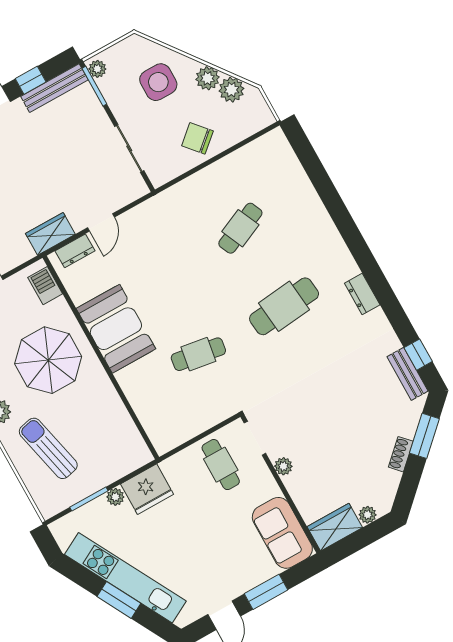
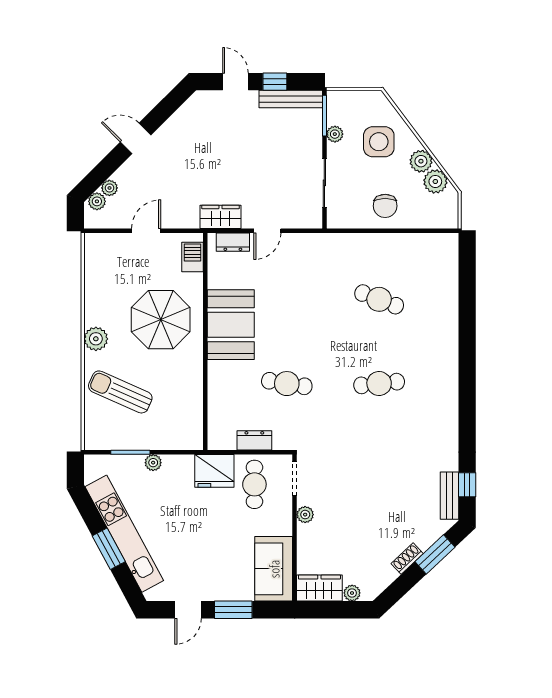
plant: (97, 69) -> (335, 134), moved
chair: (197, 138) -> (385, 206), turned -139
cafe table: (240, 228) -> (379, 299), turned 45
dresser: (362, 294) -> (254, 440), moved, turned 90
cafe table: (284, 306) -> (379, 384), width x0.73, depth x0.74
sun lounger: (48, 448) -> (120, 392), turned -53
fridge: (147, 489) -> (214, 471), moved

